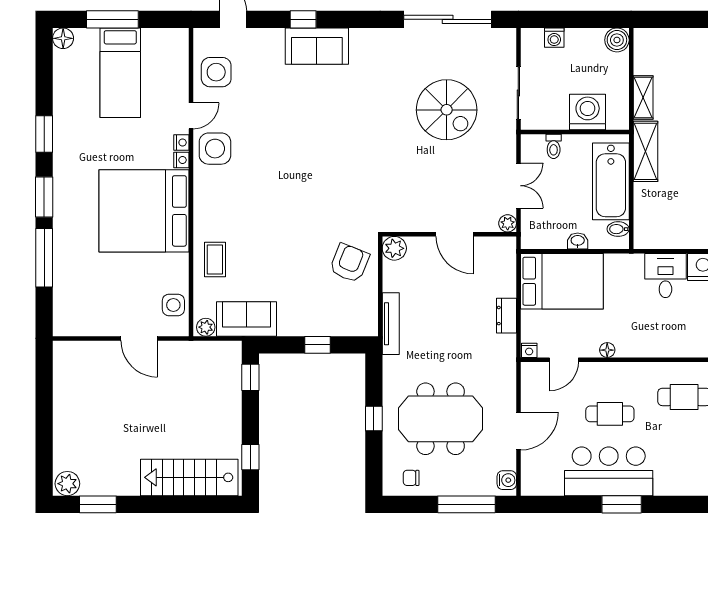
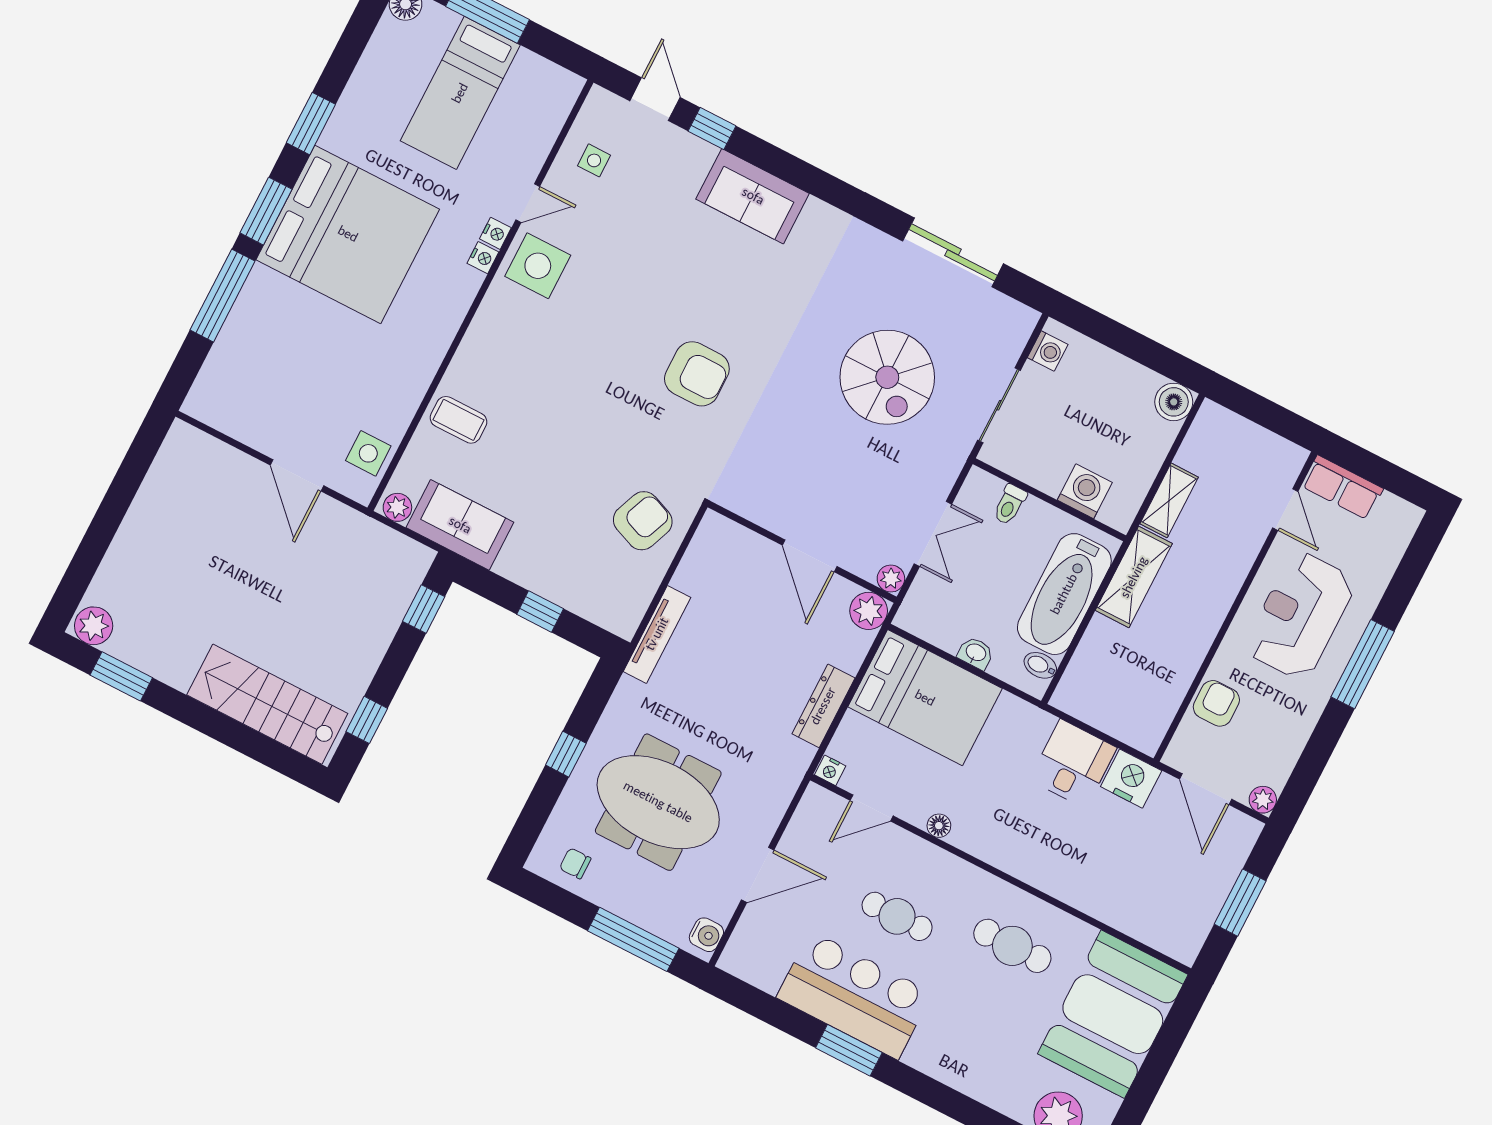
window: (303, 19) -> (712, 128), moved
sliding door: (448, 19) -> (953, 252), width x0.73
washing machine: (554, 38) -> (1048, 351), moved, turned -90
side table: (216, 72) -> (594, 160), width x0.54, depth x0.54
washing machine: (588, 112) -> (1085, 491), width x0.73, depth x0.73
armchair: (337, 164) -> (697, 374), added
bed: (144, 211) -> (348, 234), moved, turned 180
plant: (394, 248) -> (869, 611), moved
coffee table: (215, 260) -> (458, 420), turned 90
dresser: (506, 316) -> (823, 706), width x1.44

